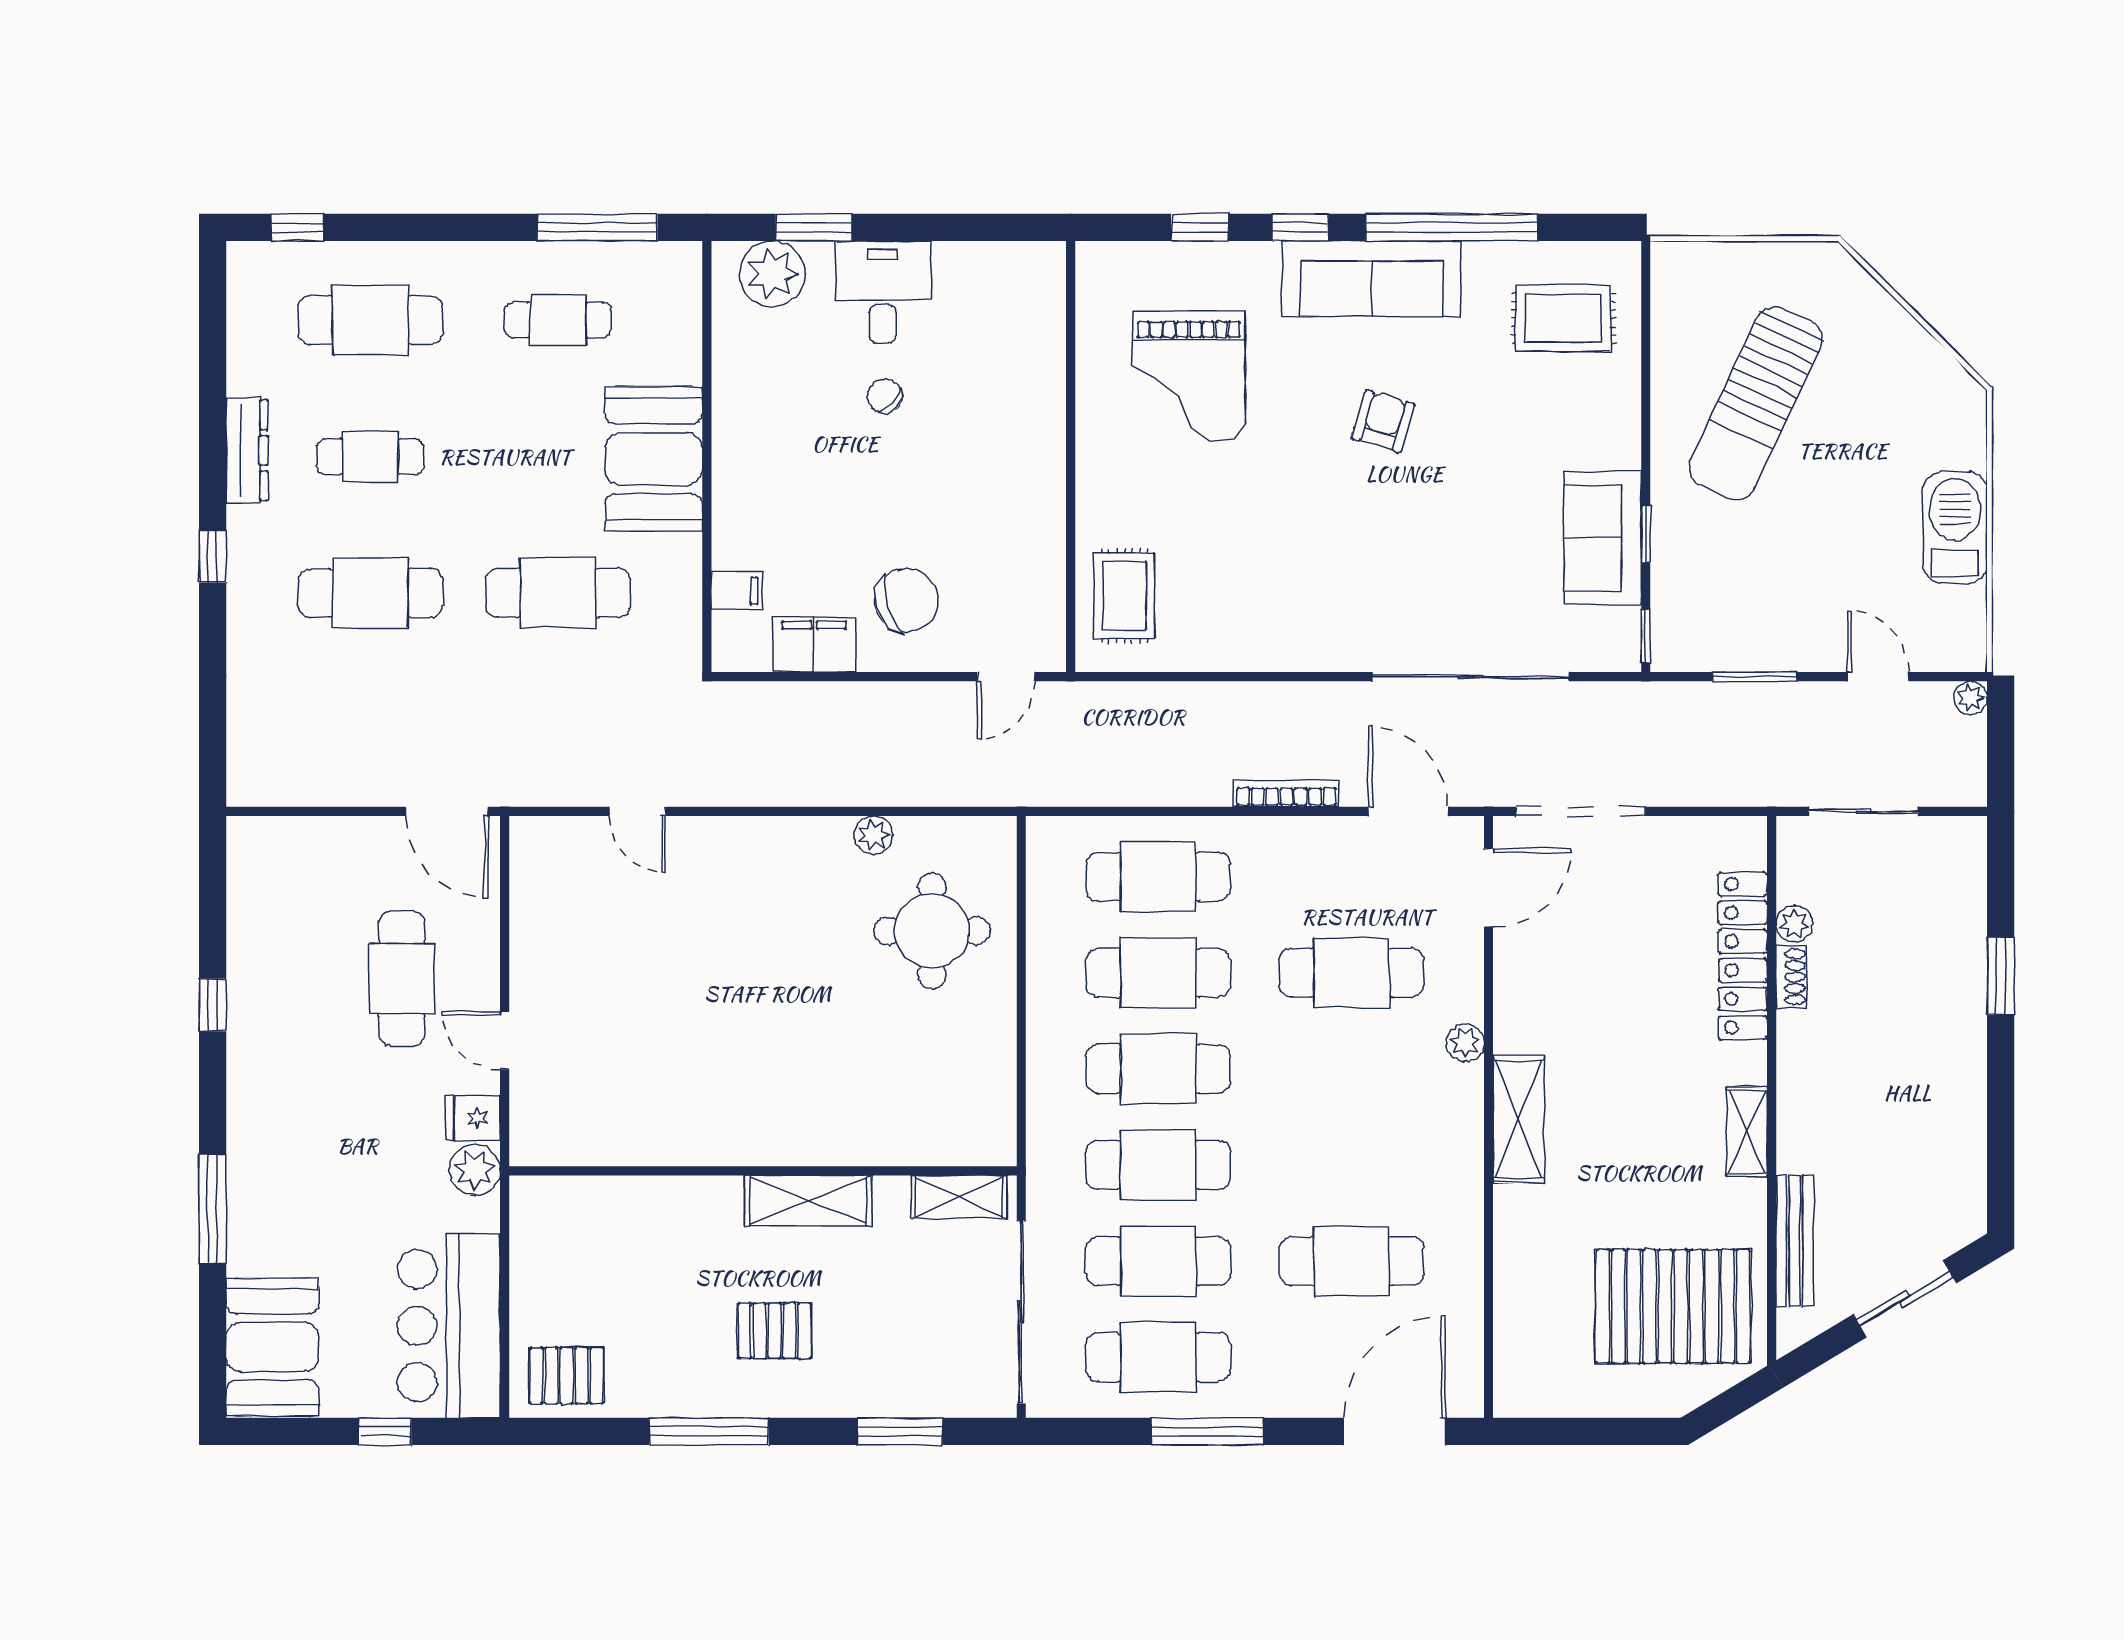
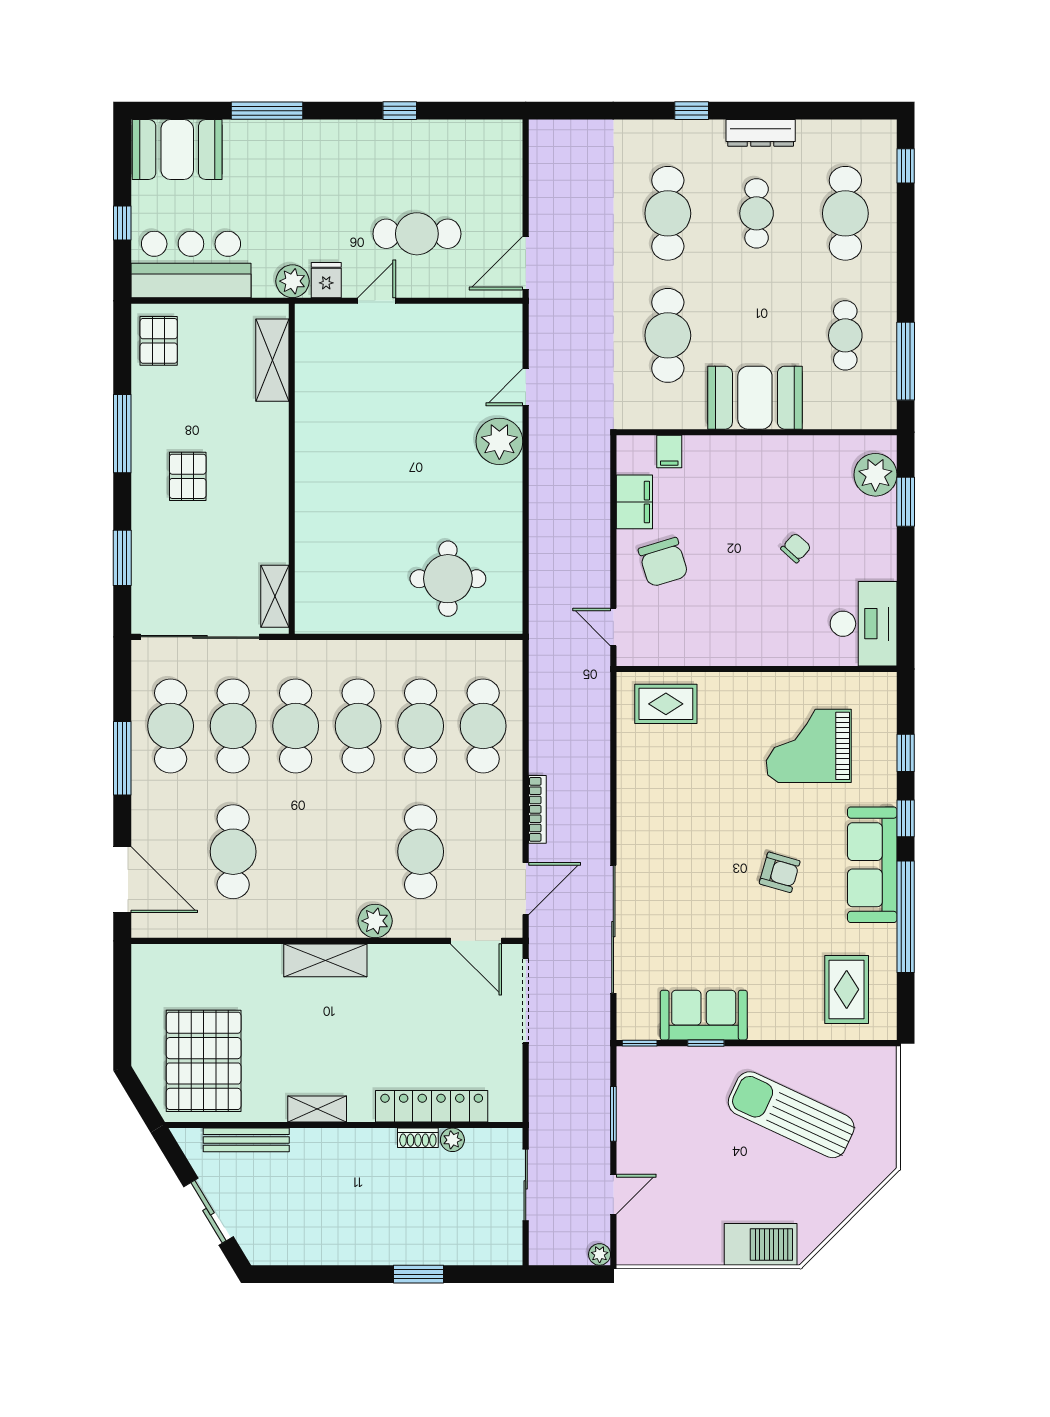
desk: (883, 292) -> (864, 624), moved, width x1.37
barbecue: (1955, 527) -> (761, 1244), moved
plant: (874, 835) -> (499, 441), moved, width x1.88, depth x1.88
plant: (1465, 1043) -> (375, 921), width x1.38, depth x1.38
shelving: (808, 1201) -> (272, 360), moved

